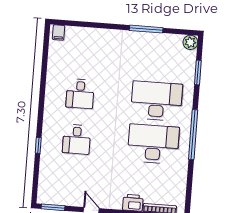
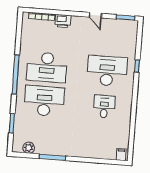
plant: (190, 42) -> (29, 148), moved
desk: (157, 101) -> (44, 101), turned 180
desk: (77, 139) -> (107, 71), width x1.87, depth x1.30

